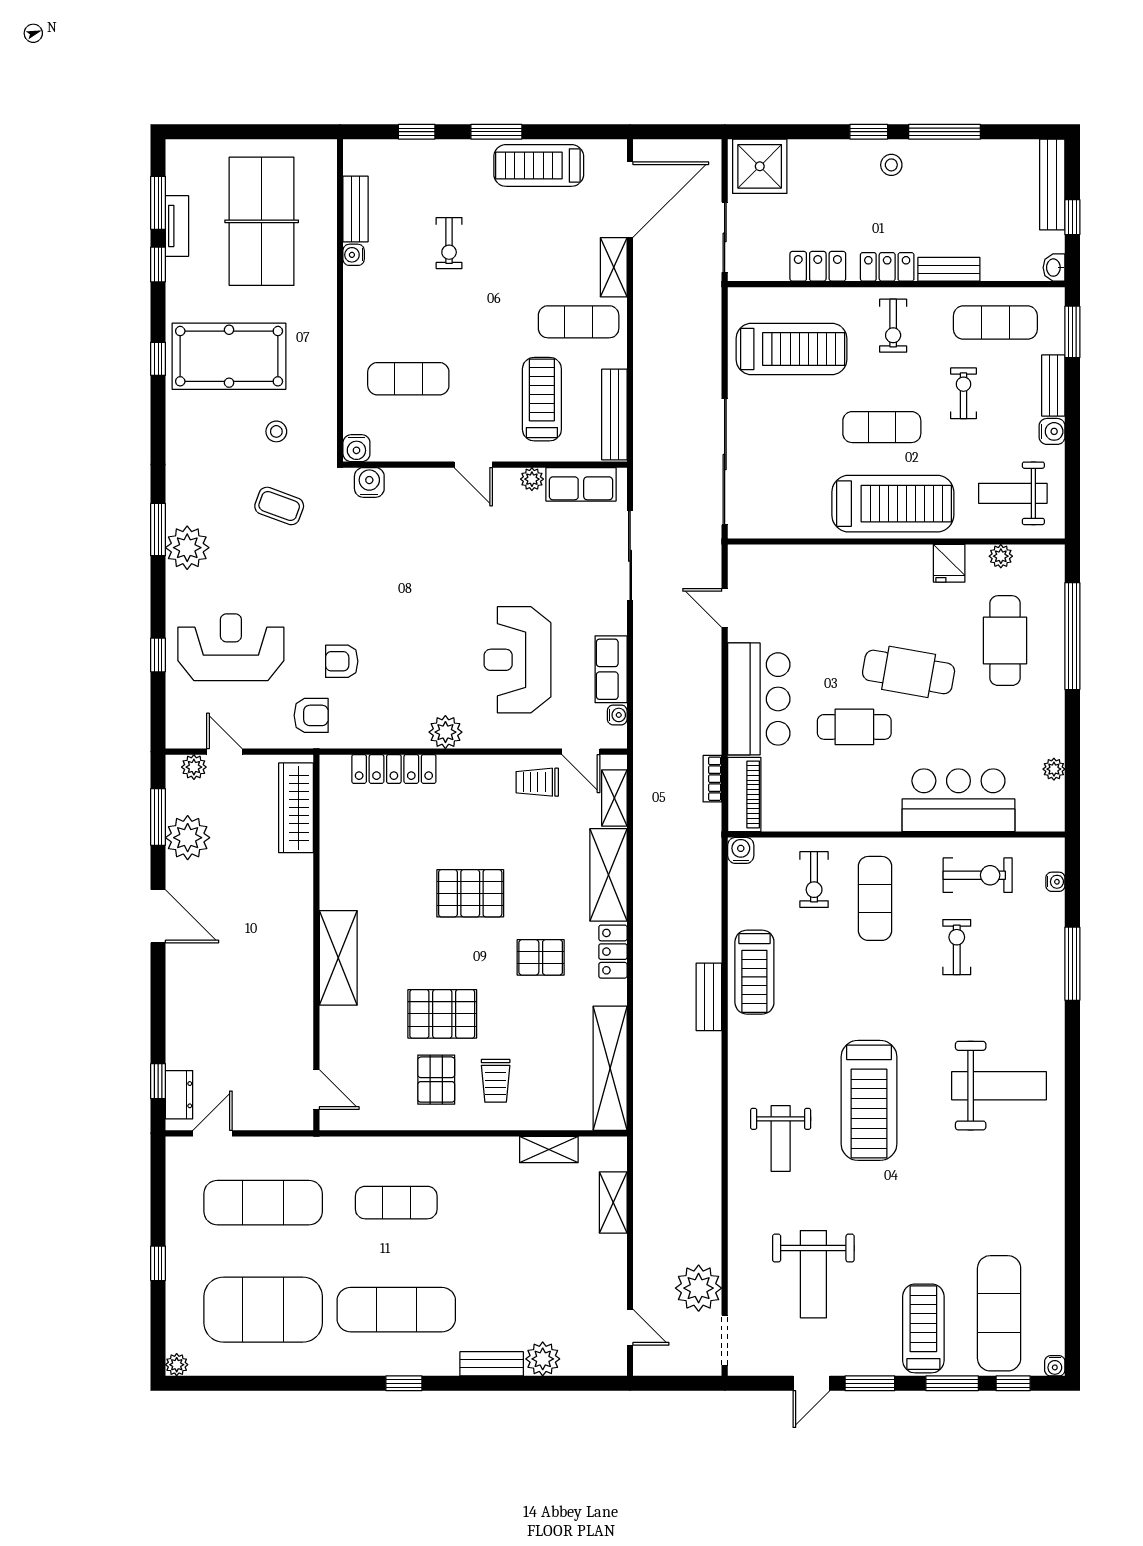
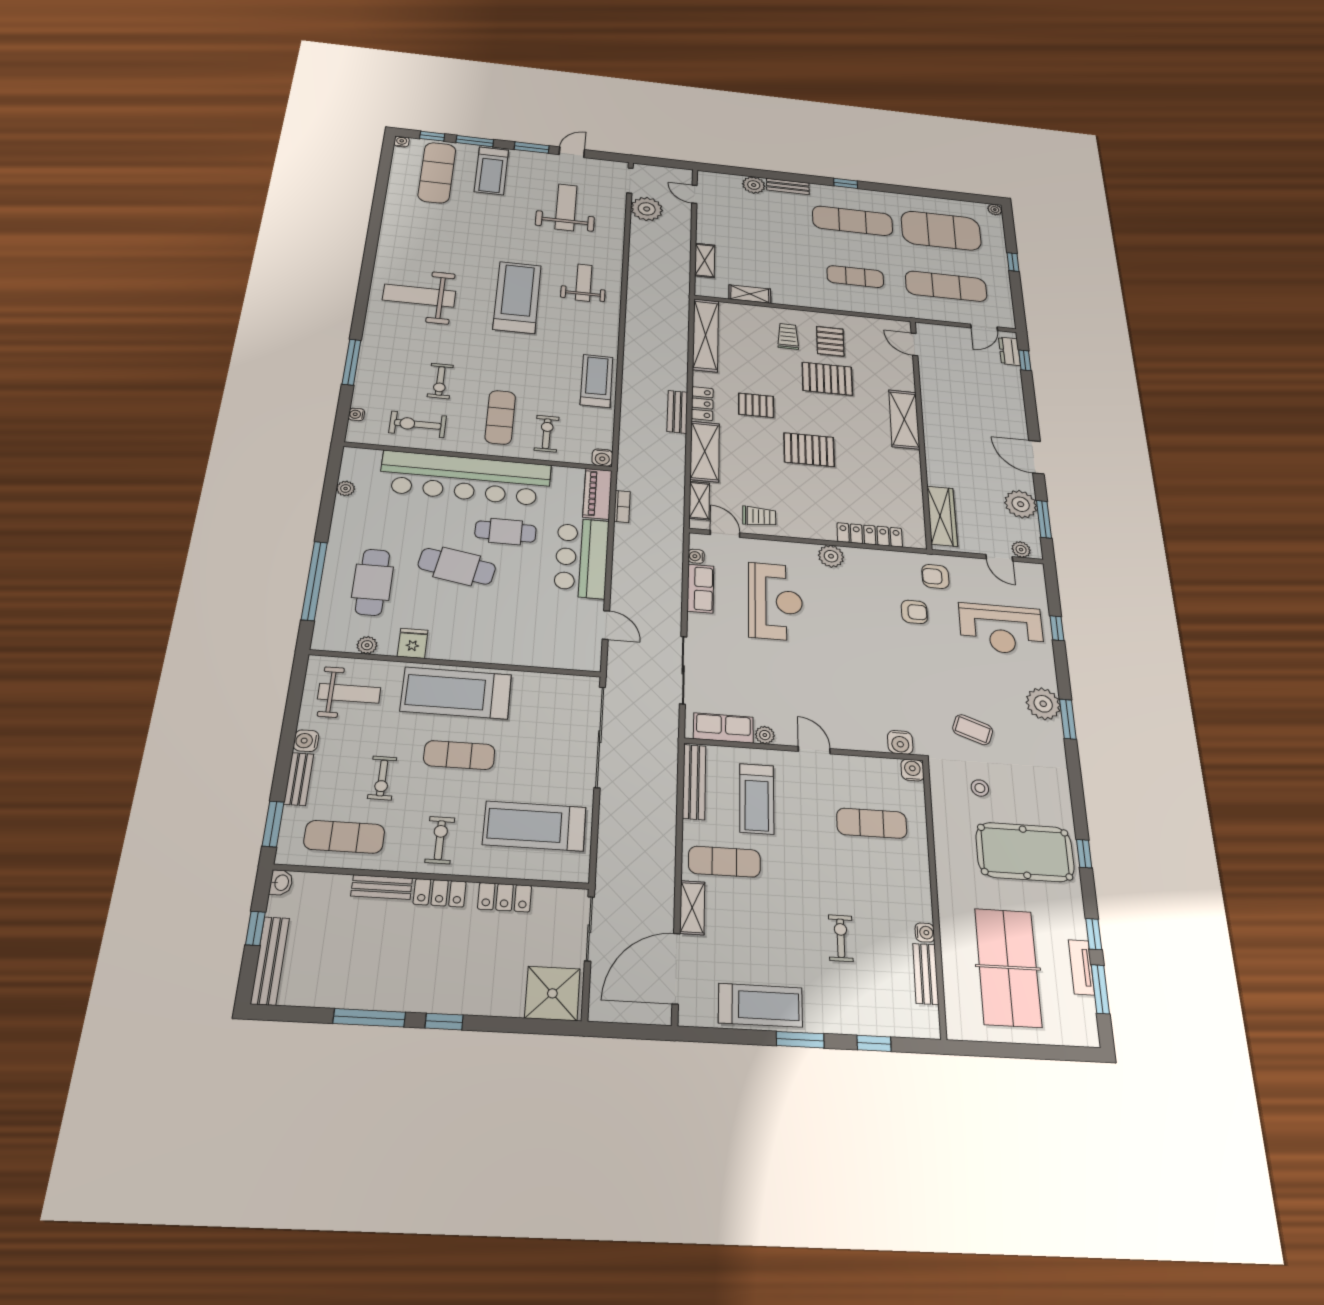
stool: (891, 165) -> (425, 988), removed
bar counter: (958, 800) -> (466, 478), width x1.86
bench: (709, 997) -> (677, 412), moved

